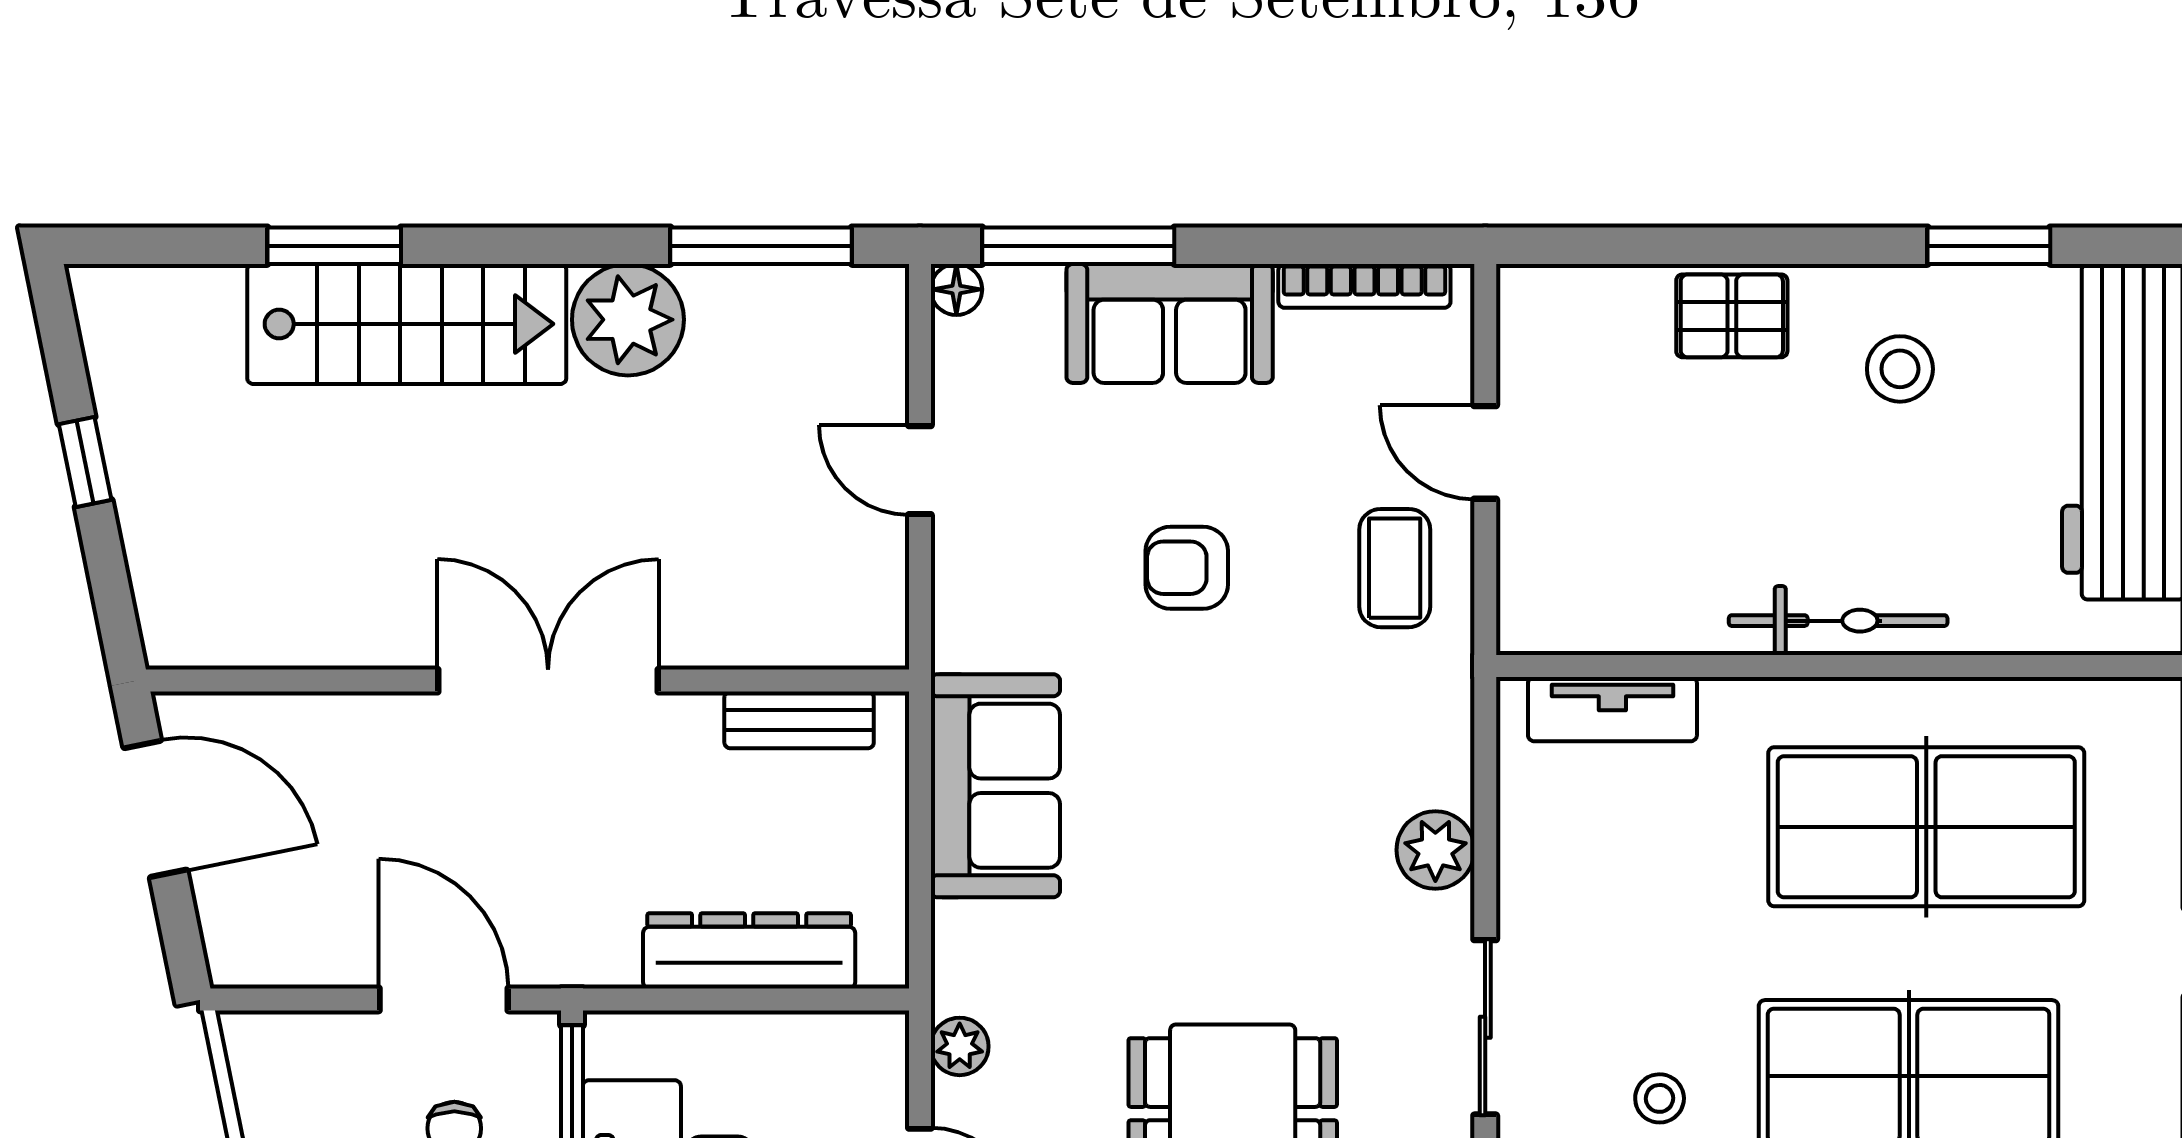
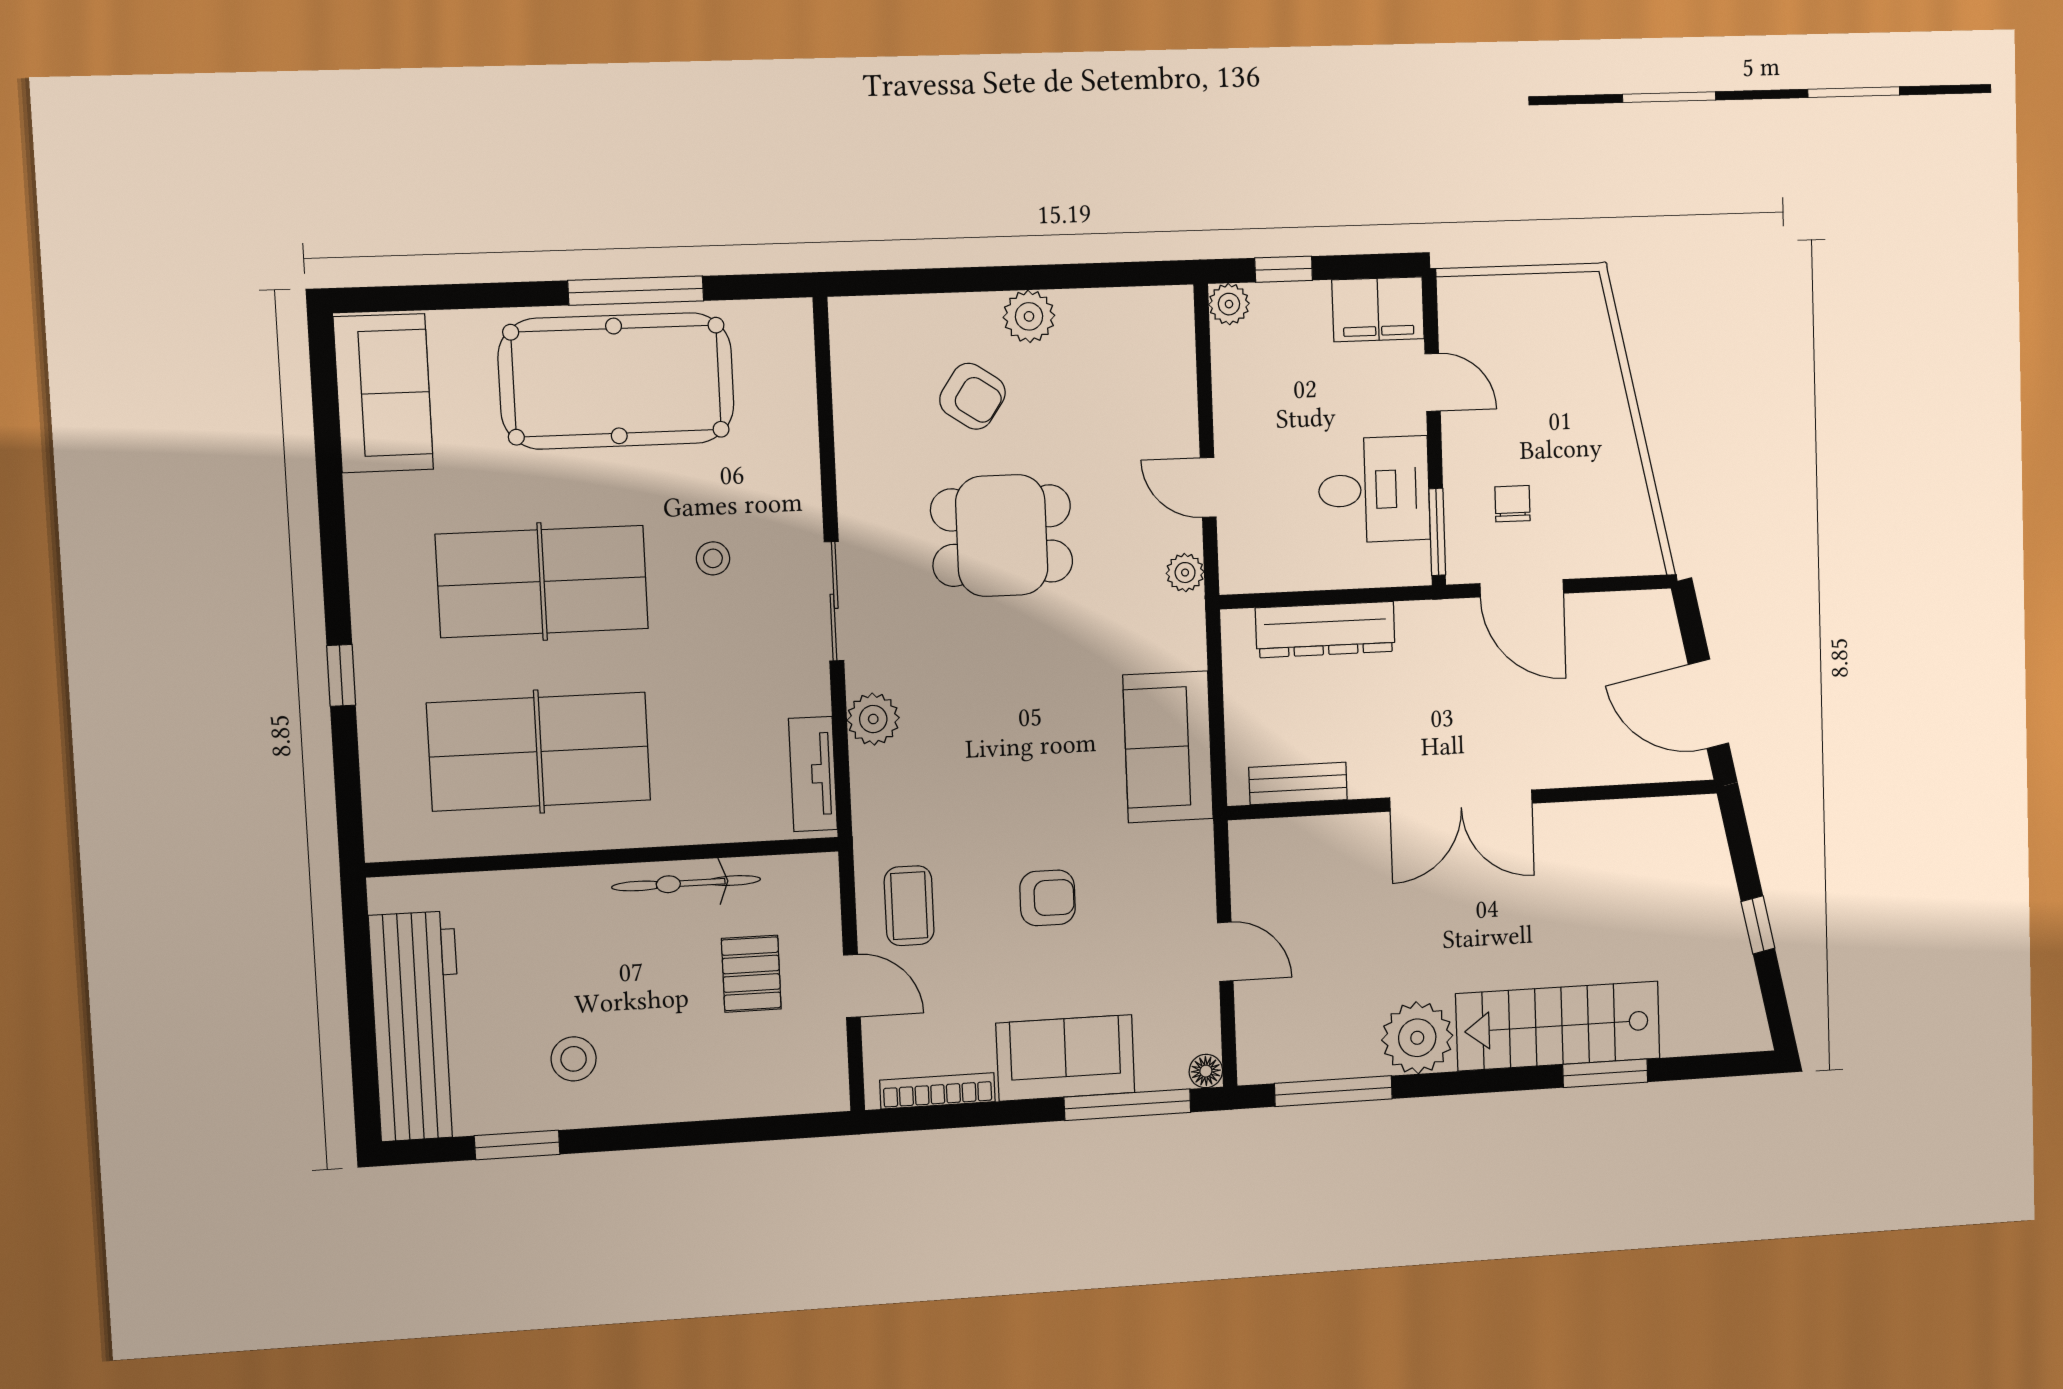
pallet: (1732, 316) -> (751, 974), moved, turned 90
bicycle: (1838, 621) -> (686, 883), moved
tv unit: (1612, 709) -> (813, 774), moved, turned -90

